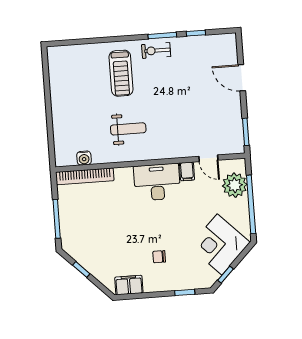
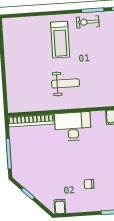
water cooler: (84, 158) -> (31, 106), removed
desk: (157, 182) -> (73, 126), moved
filing cabinet: (129, 285) -> (60, 207), width x0.50

